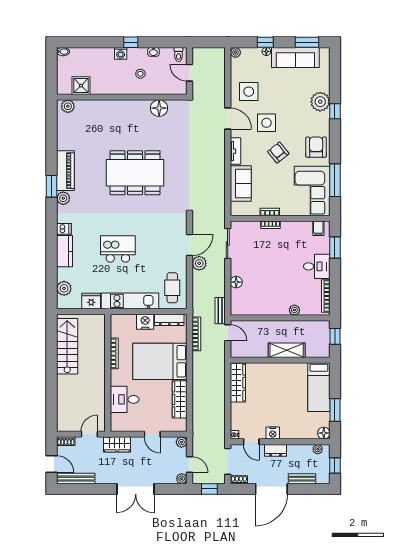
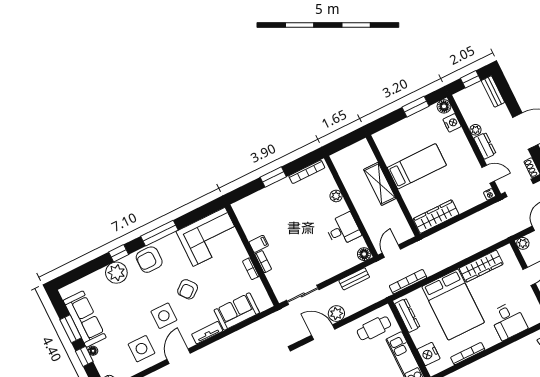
window: (307, 42) -> (71, 329), moved
armchair: (316, 147) -> (149, 260), moved
window: (335, 180) -> (159, 233), moved
filing cabinet: (318, 228) -> (259, 244), moved
window: (335, 247) -> (273, 177), moved
desk: (317, 266) -> (343, 230), moved, turned 90
floor lamp: (236, 282) -> (364, 254), moved
bench: (220, 311) -> (354, 279), moved
nightstand: (145, 322) -> (429, 354), moved
window: (335, 336) -> (342, 143), removed
bed: (319, 387) -> (417, 166), moved
nightstand: (273, 433) -> (452, 123), moved
door: (251, 442) -> (488, 174), hinge flipped
plant: (318, 449) -> (475, 130), moved
bench: (302, 479) -> (493, 91), moved

